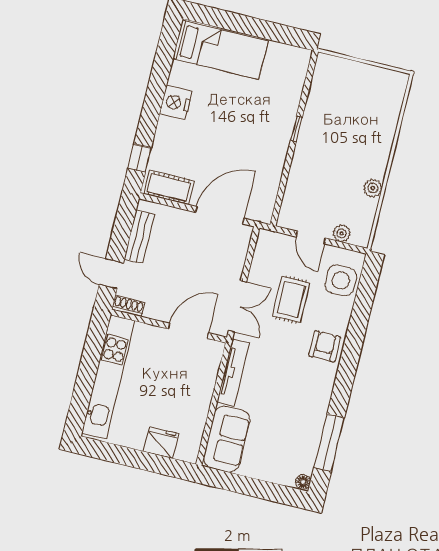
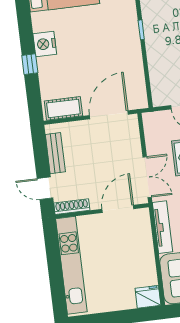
window: (140, 158) -> (30, 64), moved
shoe rack: (128, 306) -> (72, 207), width x1.43
fridge: (161, 443) -> (148, 297), moved

